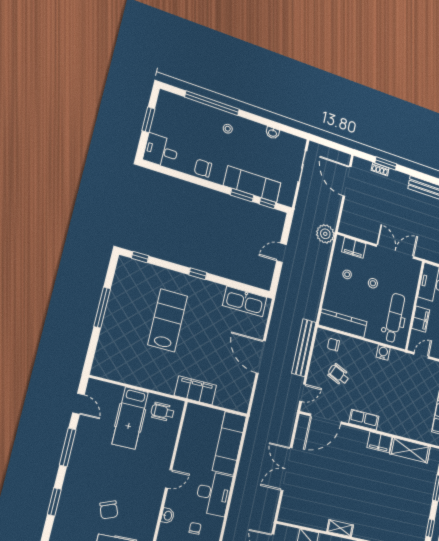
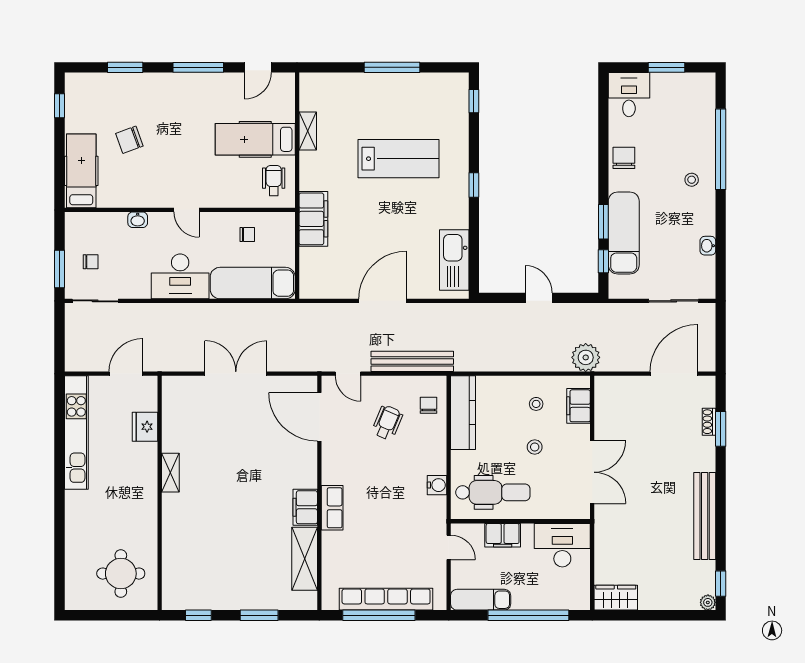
shelving: (133, 379) -> (308, 131), added
row of seats: (364, 420) -> (332, 508), moved
chair: (195, 528) -> (247, 235), moved

